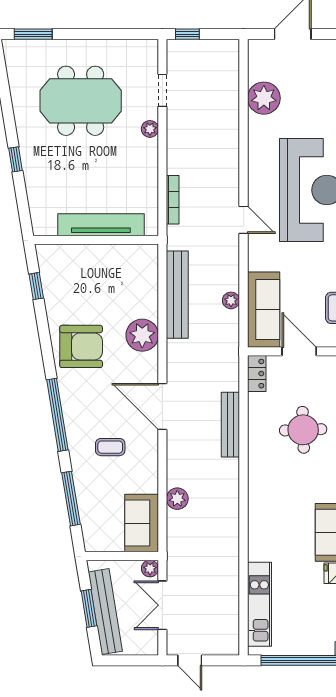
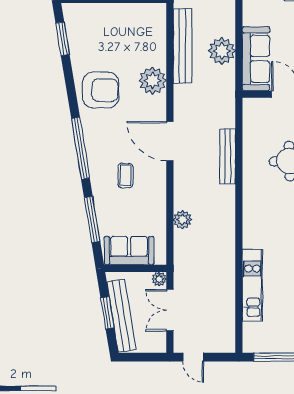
window: (36, 286) -> (63, 39), width x1.50
plant: (231, 300) -> (222, 51), width x1.88, depth x1.88
locker: (257, 374) -> (250, 113), removed
coffee table: (110, 447) -> (125, 176), turned 90
sofa: (142, 523) -> (129, 251), moved, turned 90
kitchen unit: (259, 604) -> (252, 285), moved

